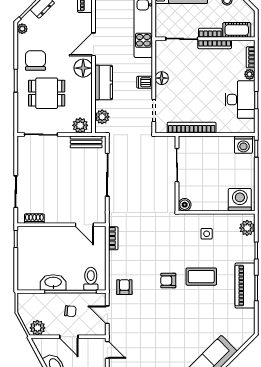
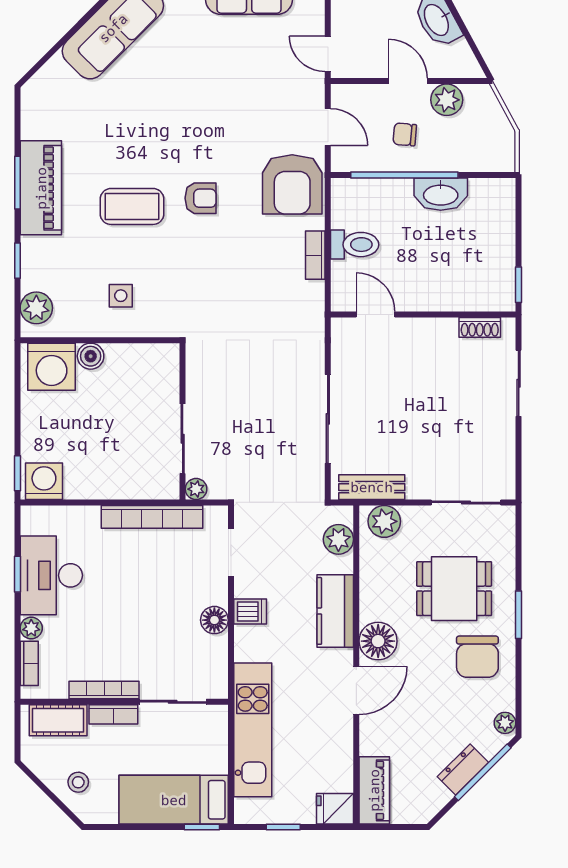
plant: (170, 141) -> (196, 489), added
boiler: (185, 205) -> (91, 356), moved
bookcase: (113, 238) -> (315, 255), moved
toilet: (91, 279) -> (355, 245), moved, turned -90
armchair: (124, 287) -> (292, 184), width x1.88, depth x1.88
plant: (37, 328) -> (447, 100), moved

